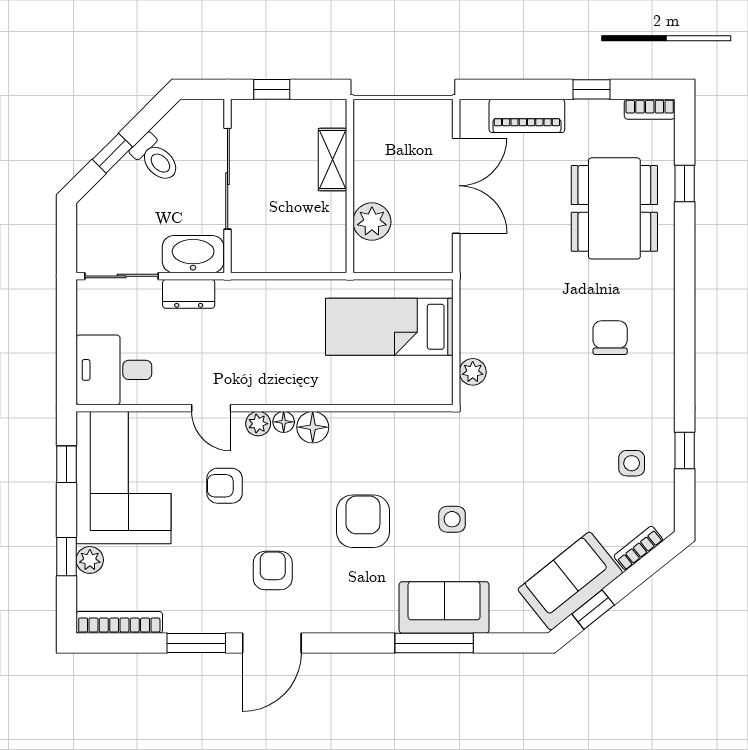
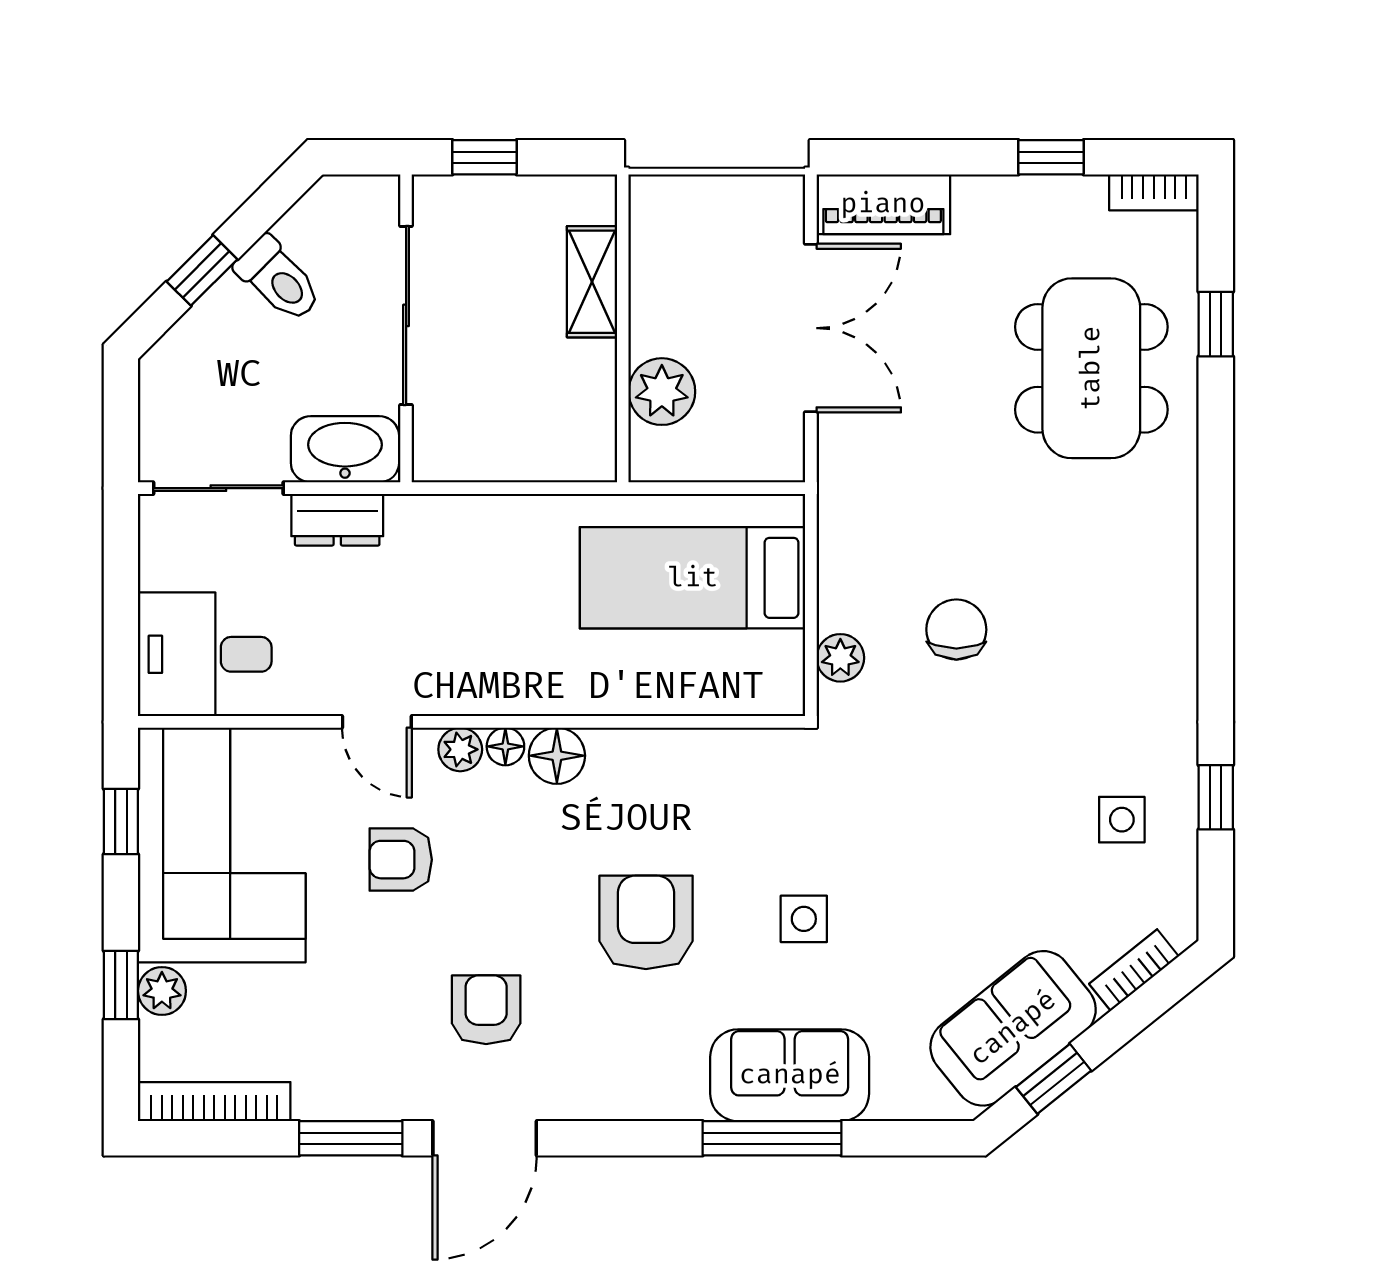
piano: (527, 116) -> (883, 204), moved
chair: (610, 338) -> (956, 630), moved

